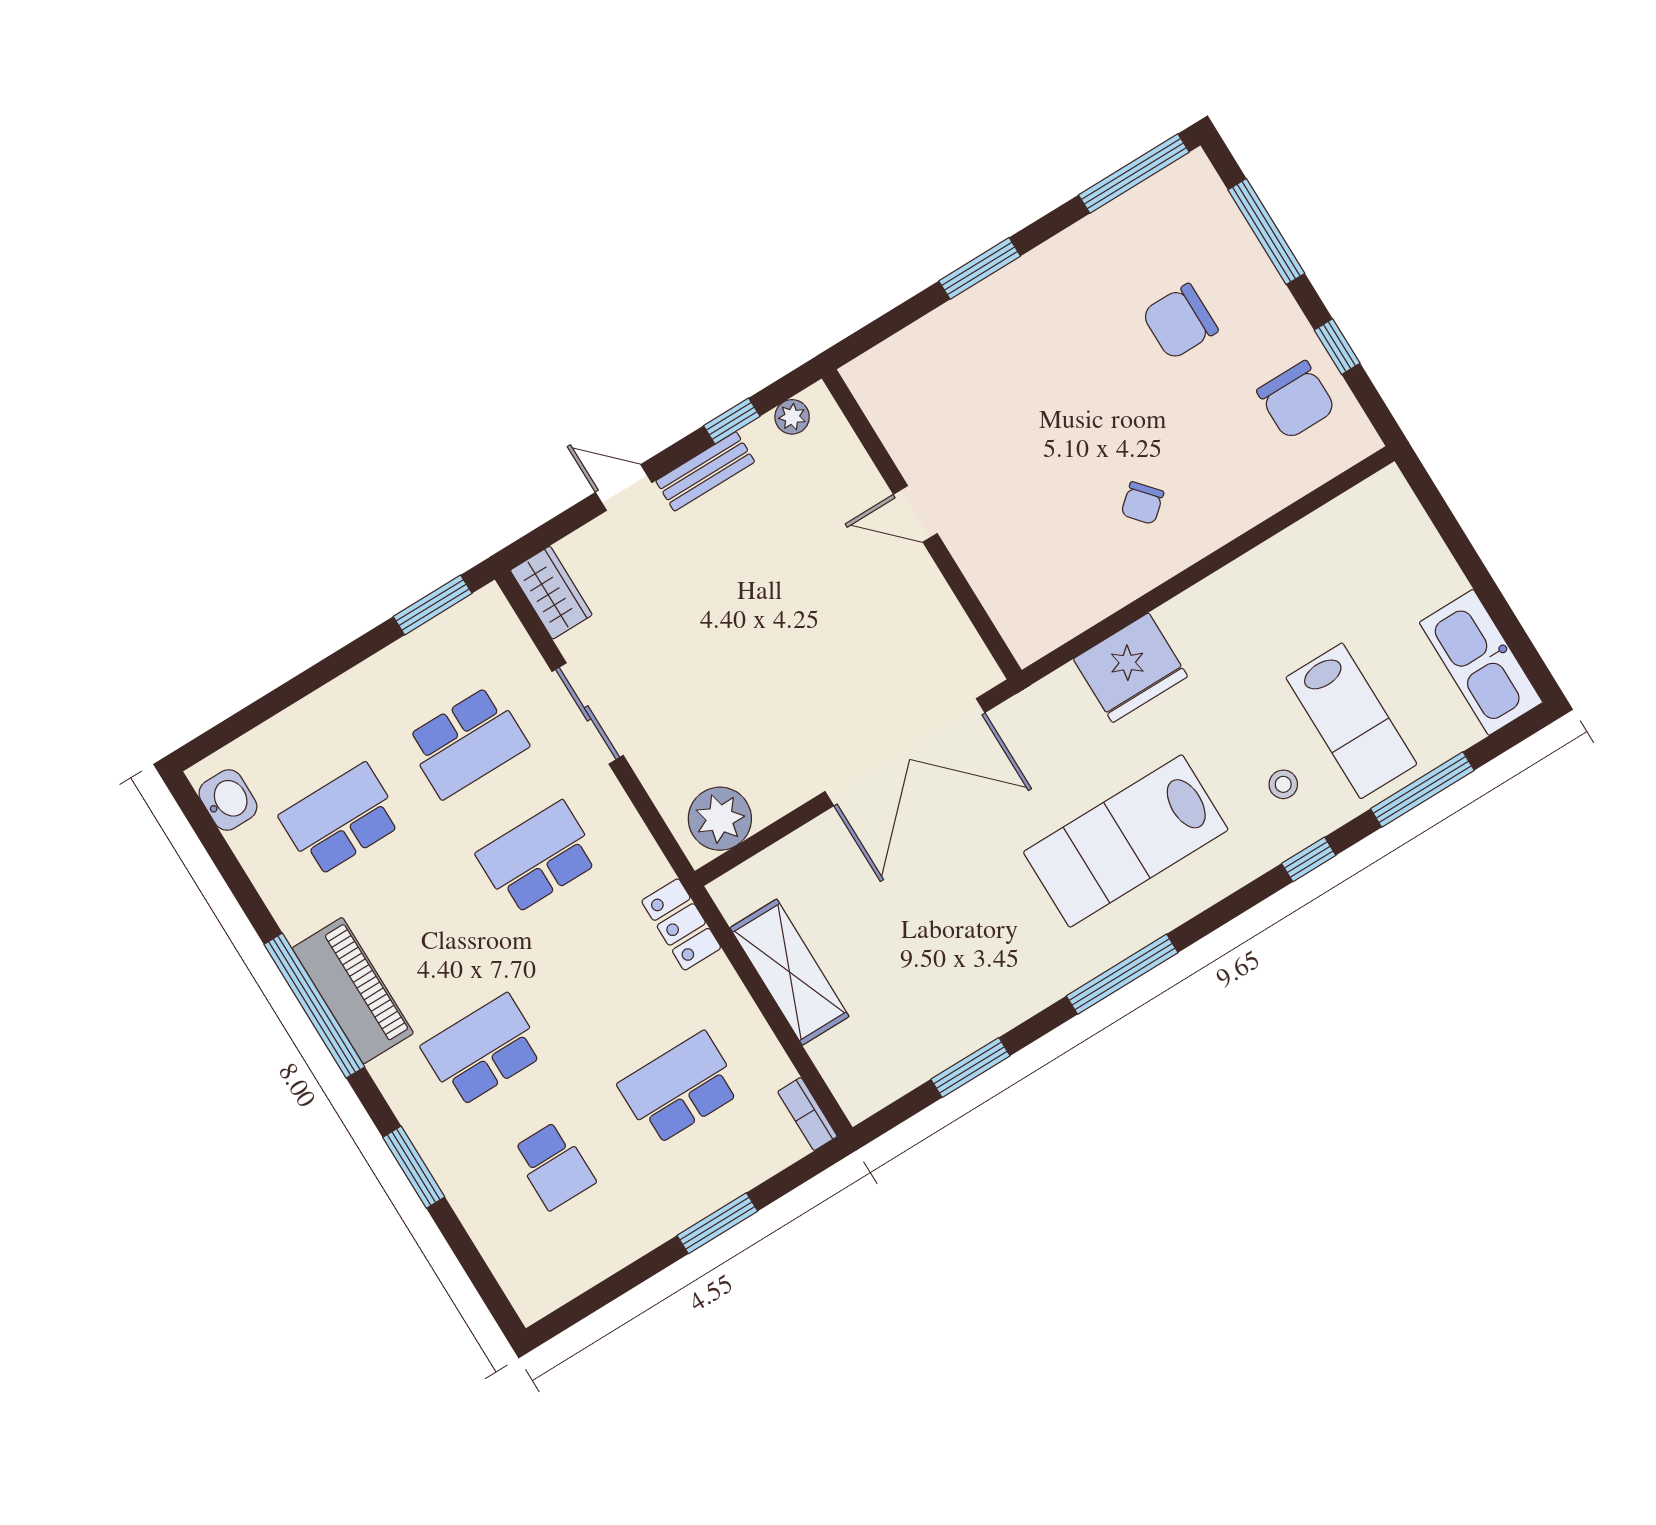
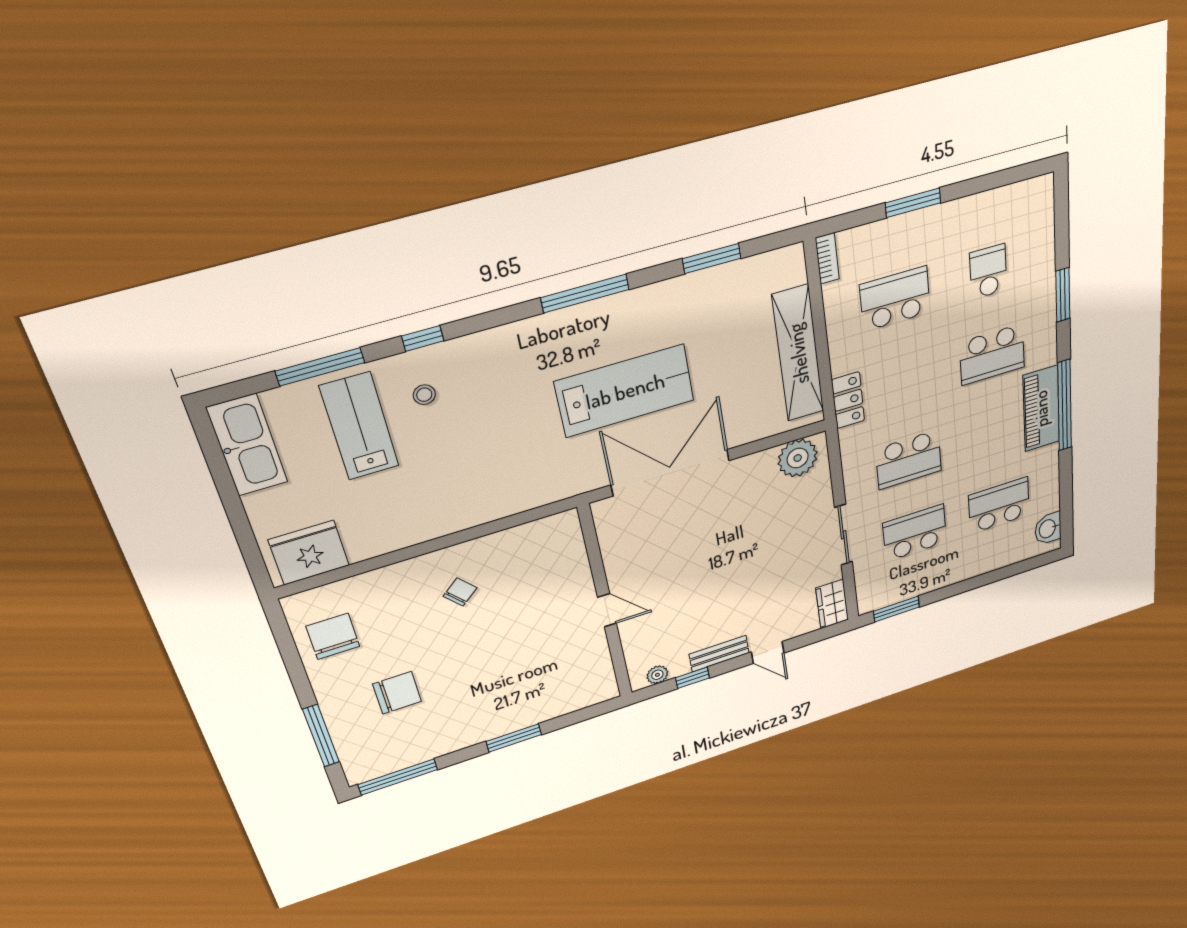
window: (1337, 347) -> (294, 664), removed
fridge: (1130, 668) -> (309, 553), moved
school desk: (341, 820) -> (999, 505), turned 180
lab bench: (1126, 841) -> (625, 391), moved
shelving: (789, 972) -> (798, 354), width x1.47
school desk: (680, 1088) -> (895, 299), turned 180

